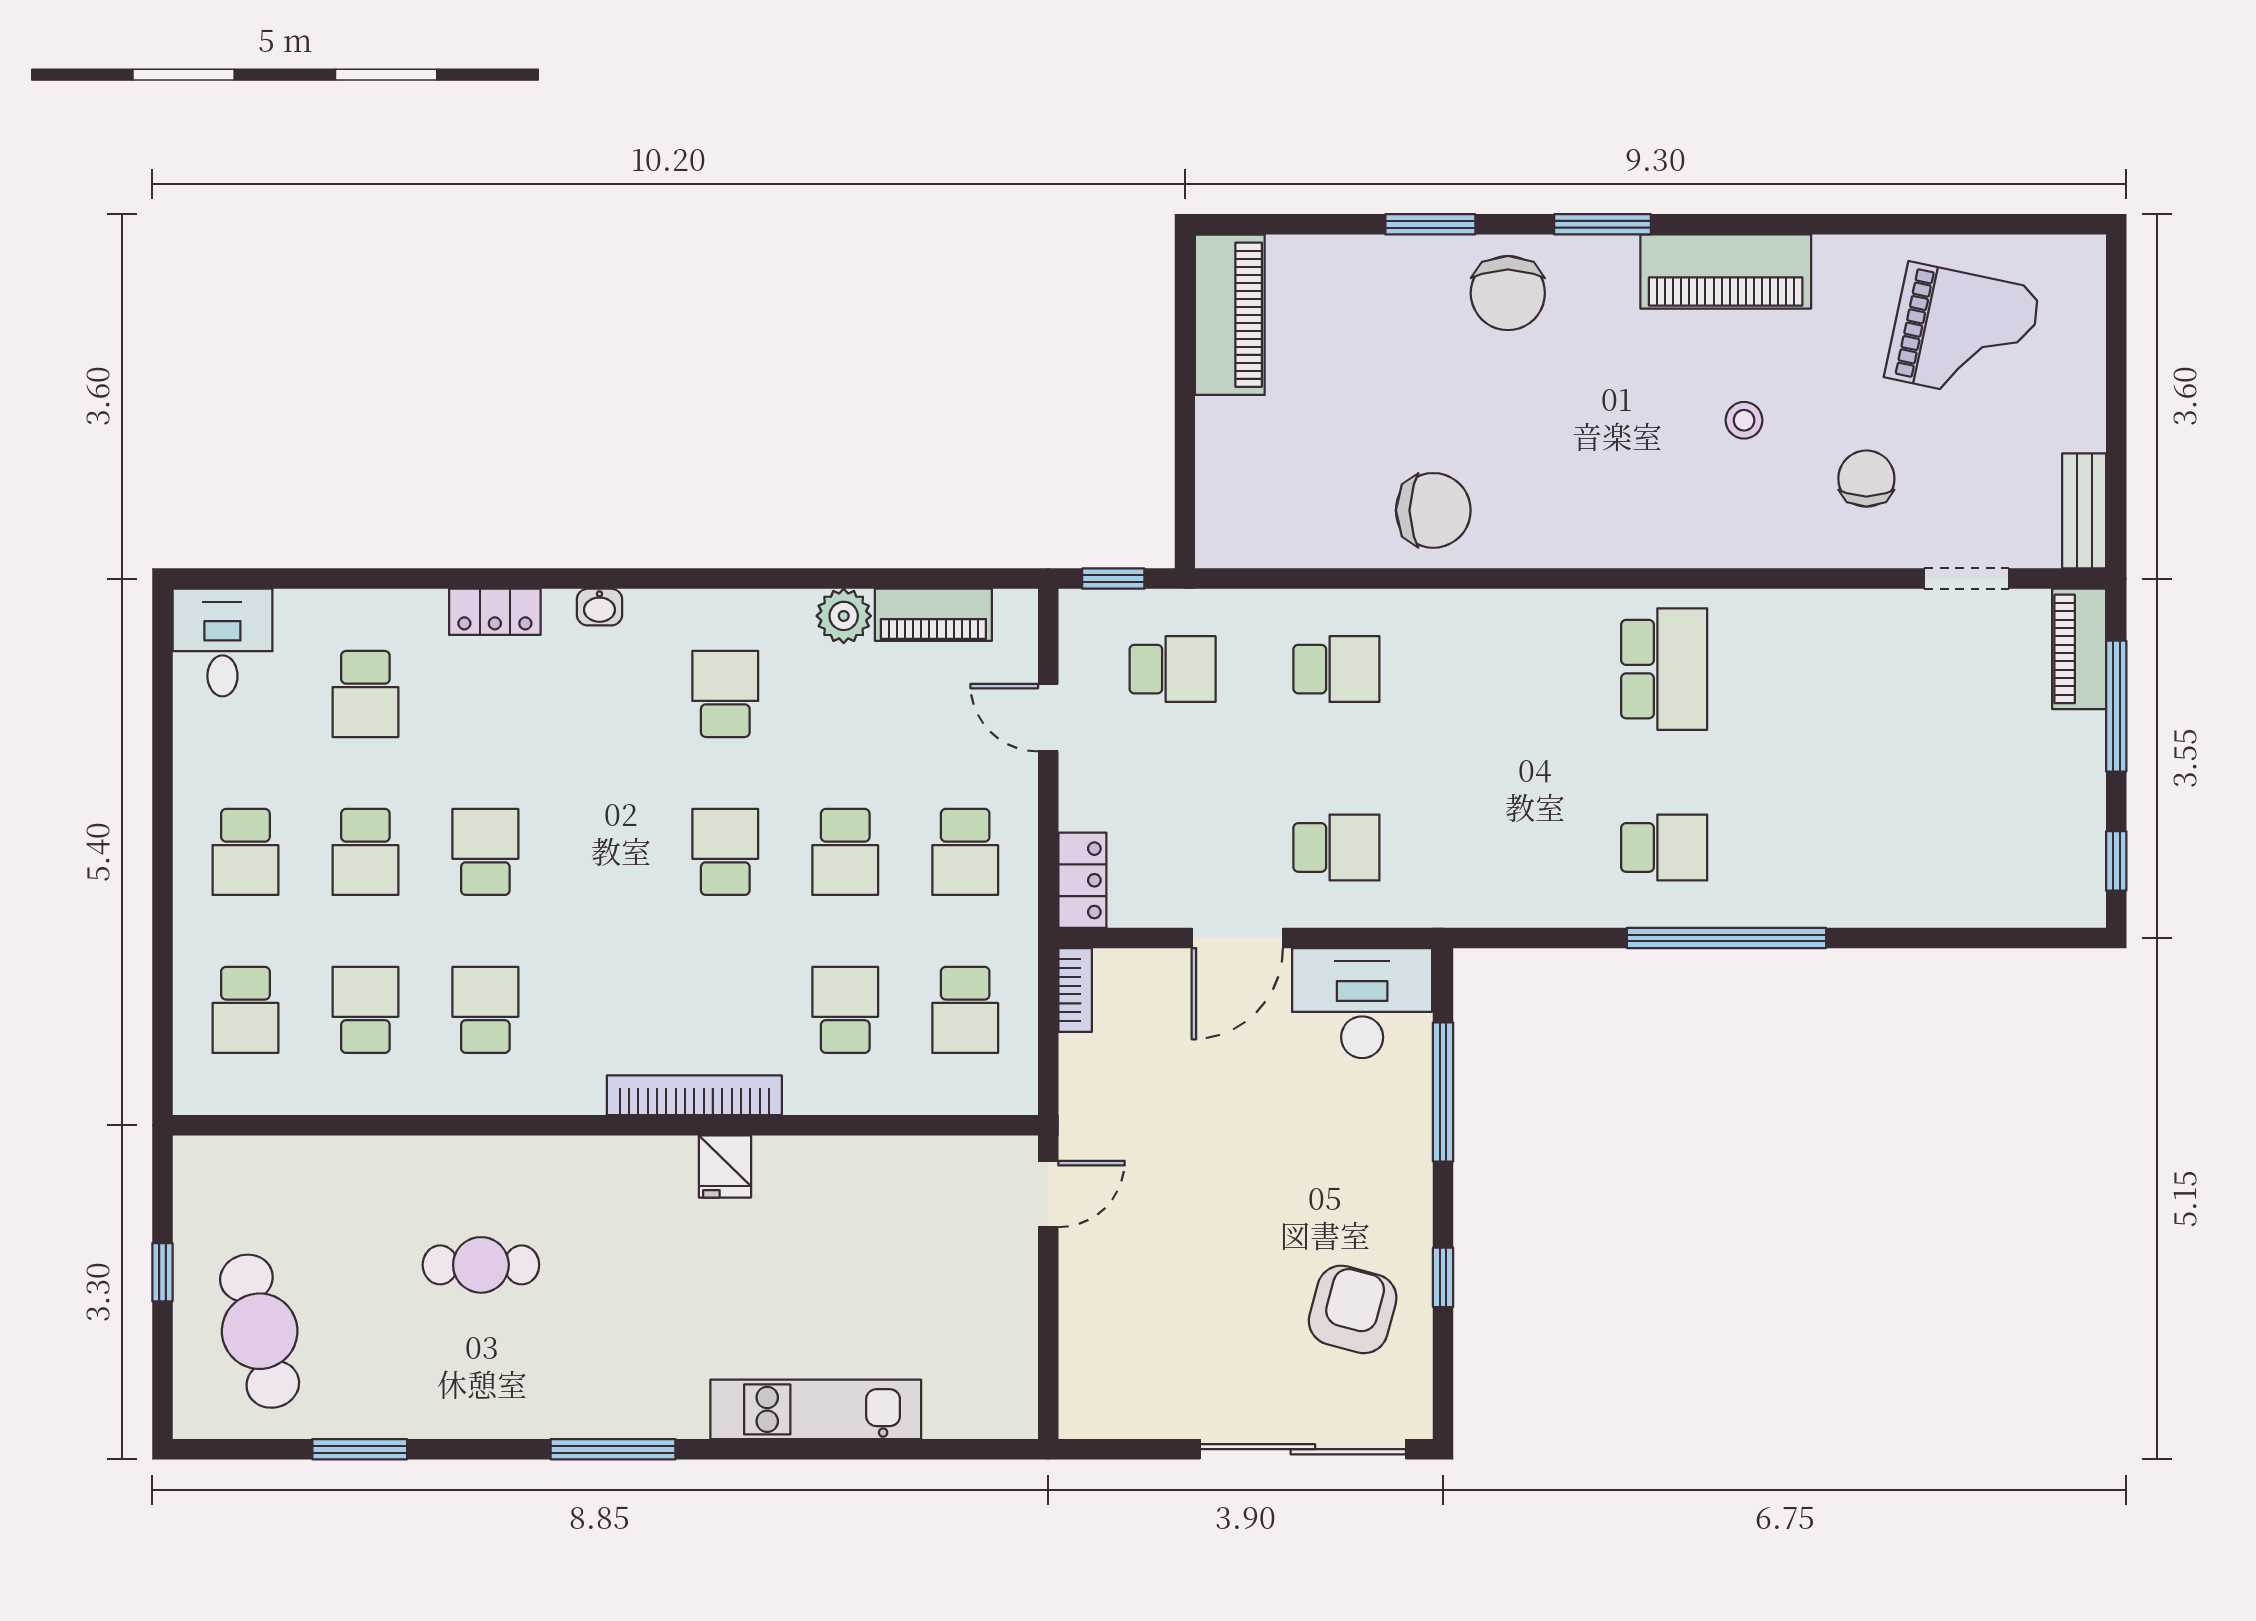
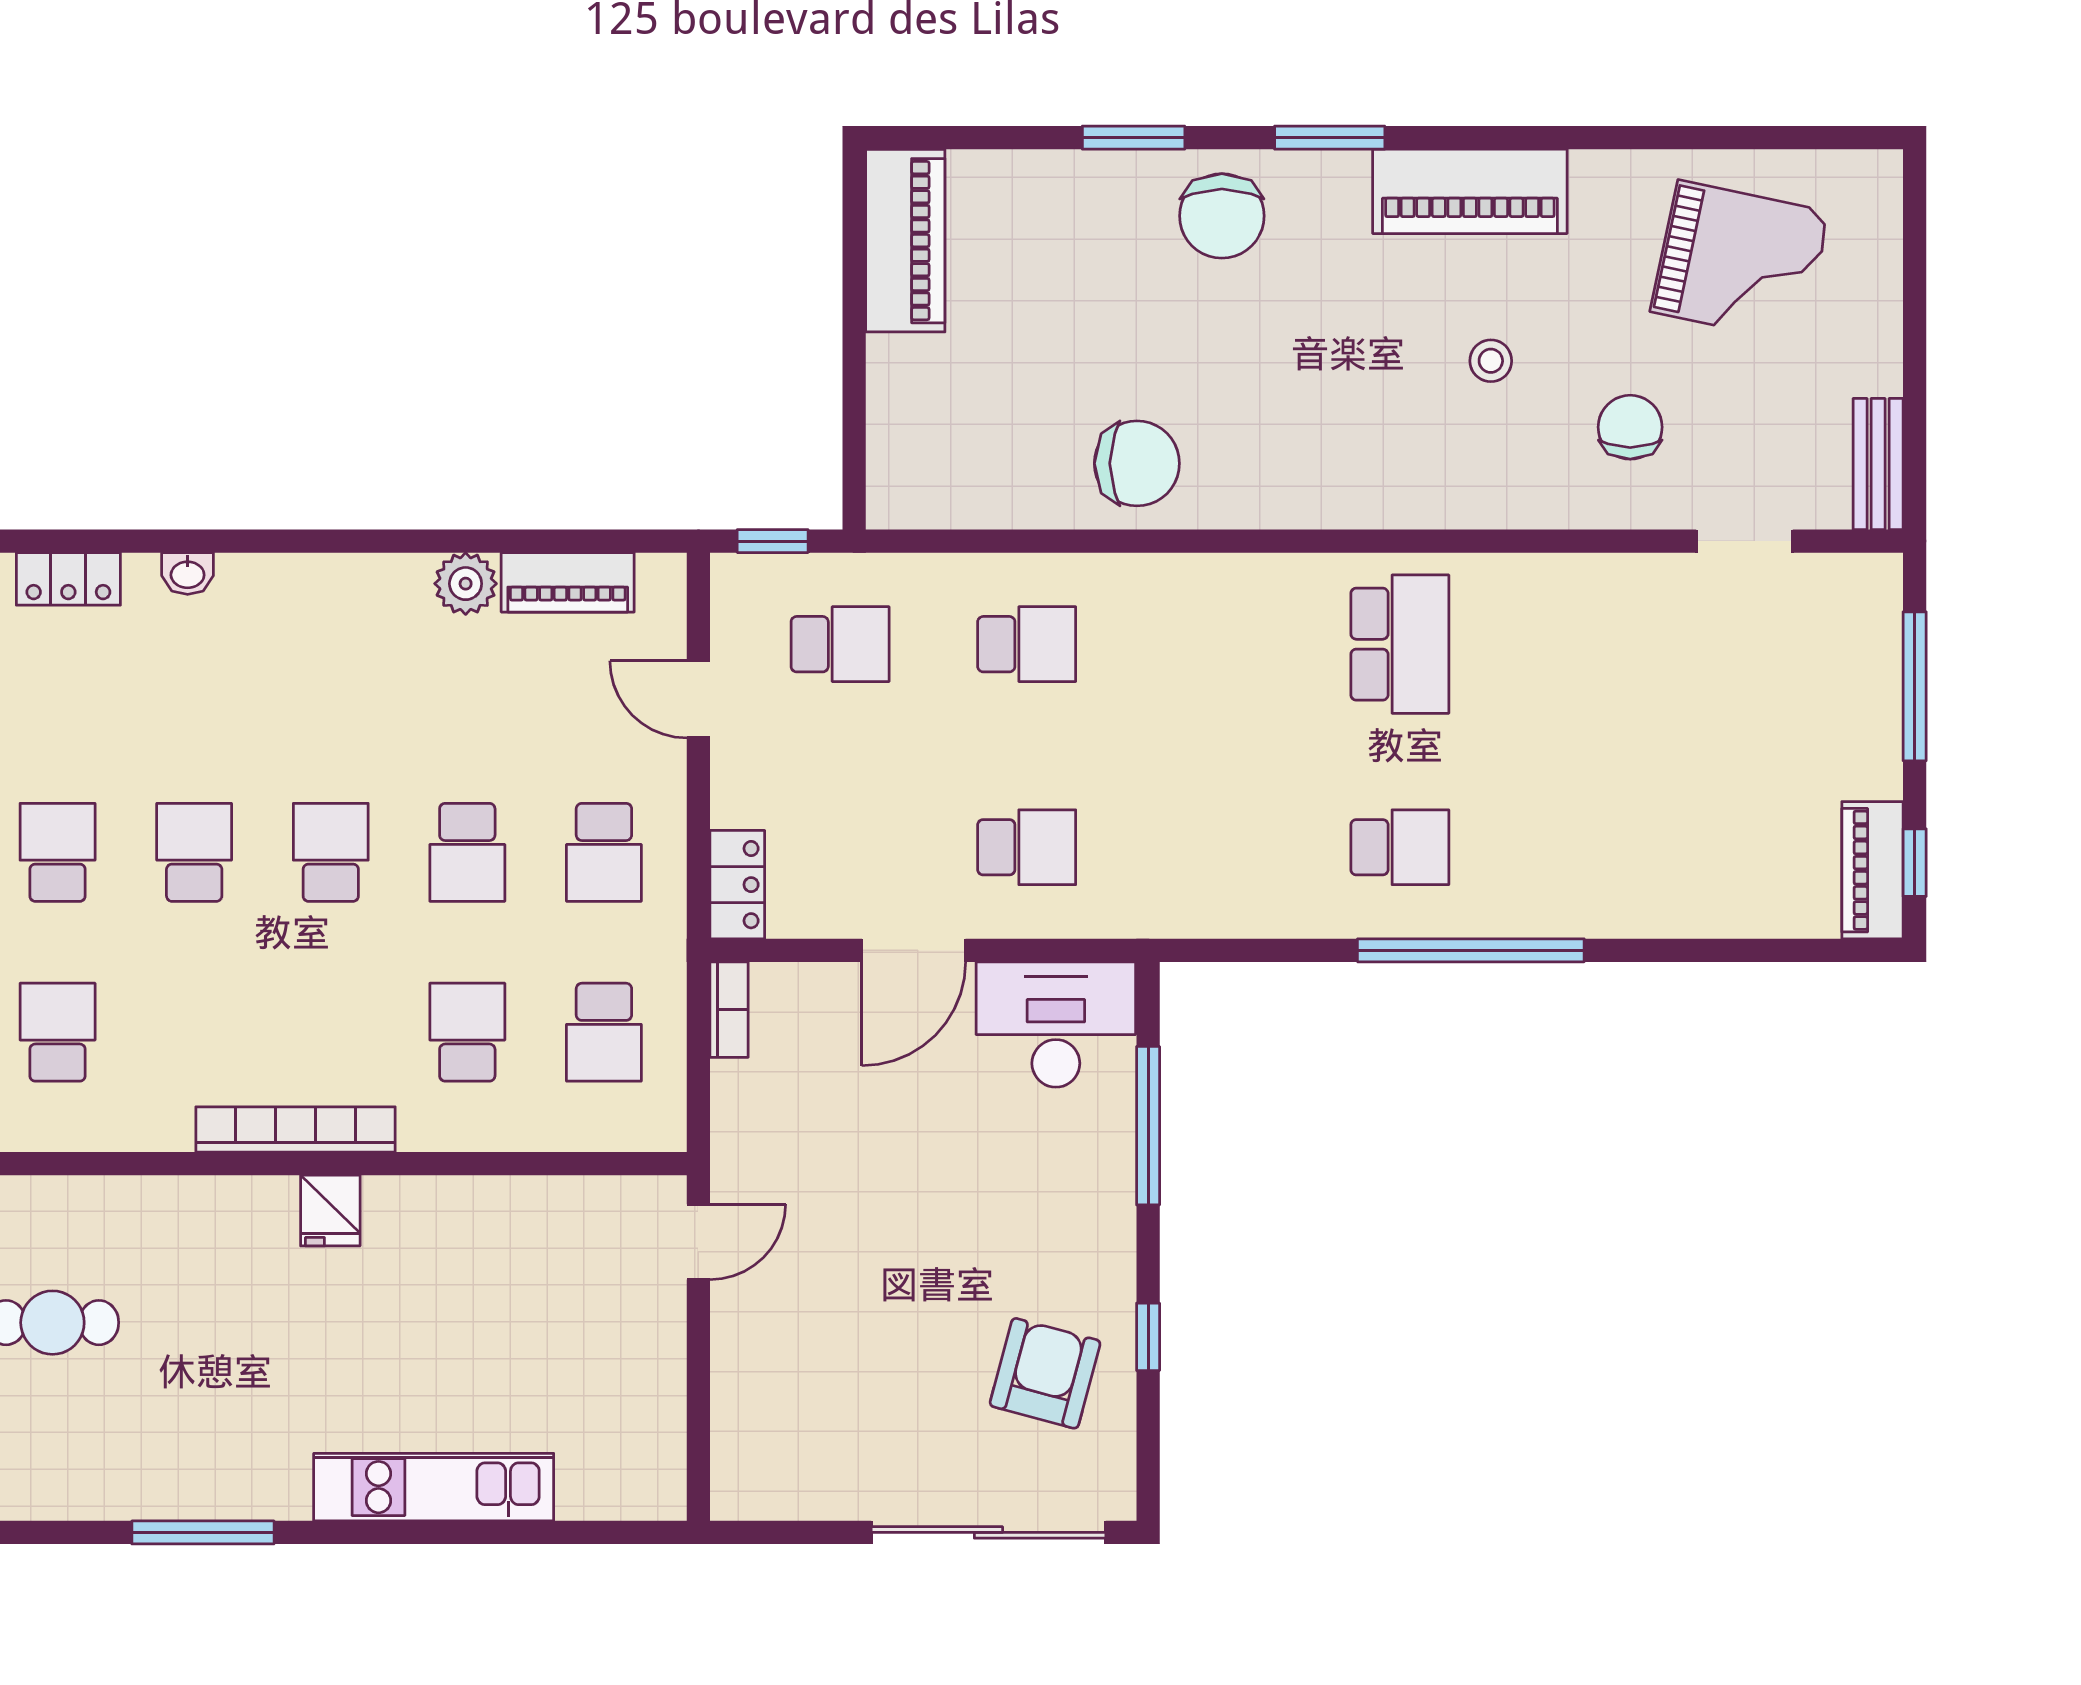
piano: (2079, 649) -> (1872, 870), moved
school desk: (725, 694) -> (194, 852), moved

